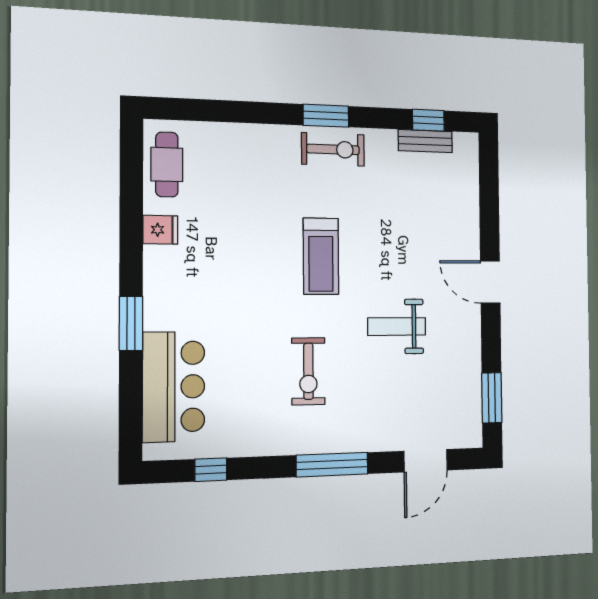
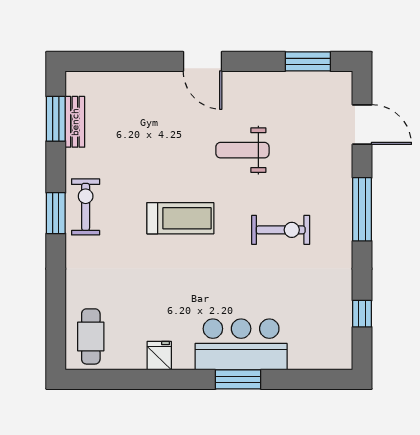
window: (428, 120) -> (56, 119), width x1.50
cafe table: (167, 164) -> (91, 336), moved, turned 90
door: (490, 282) -> (203, 61), hinge flipped
weight bench: (397, 327) -> (242, 150), turned 90
bar counter: (174, 387) -> (241, 344), moved

